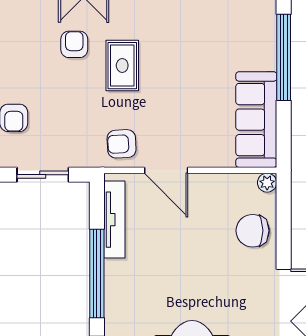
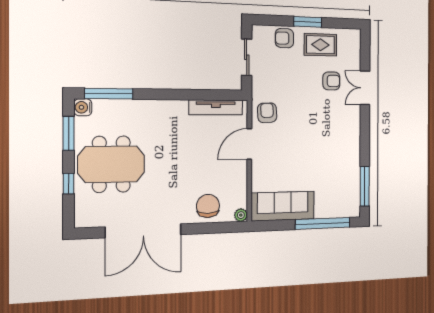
rug: (122, 66) -> (320, 45), moved
window: (97, 273) -> (178, 95), removed

